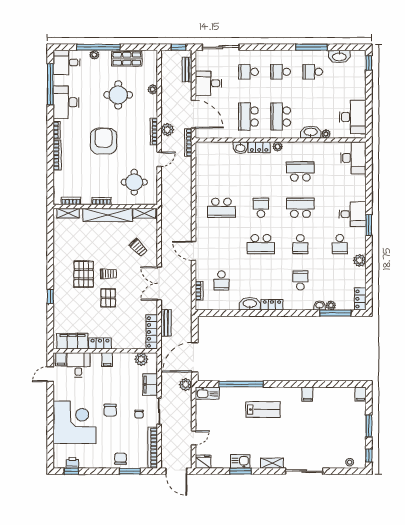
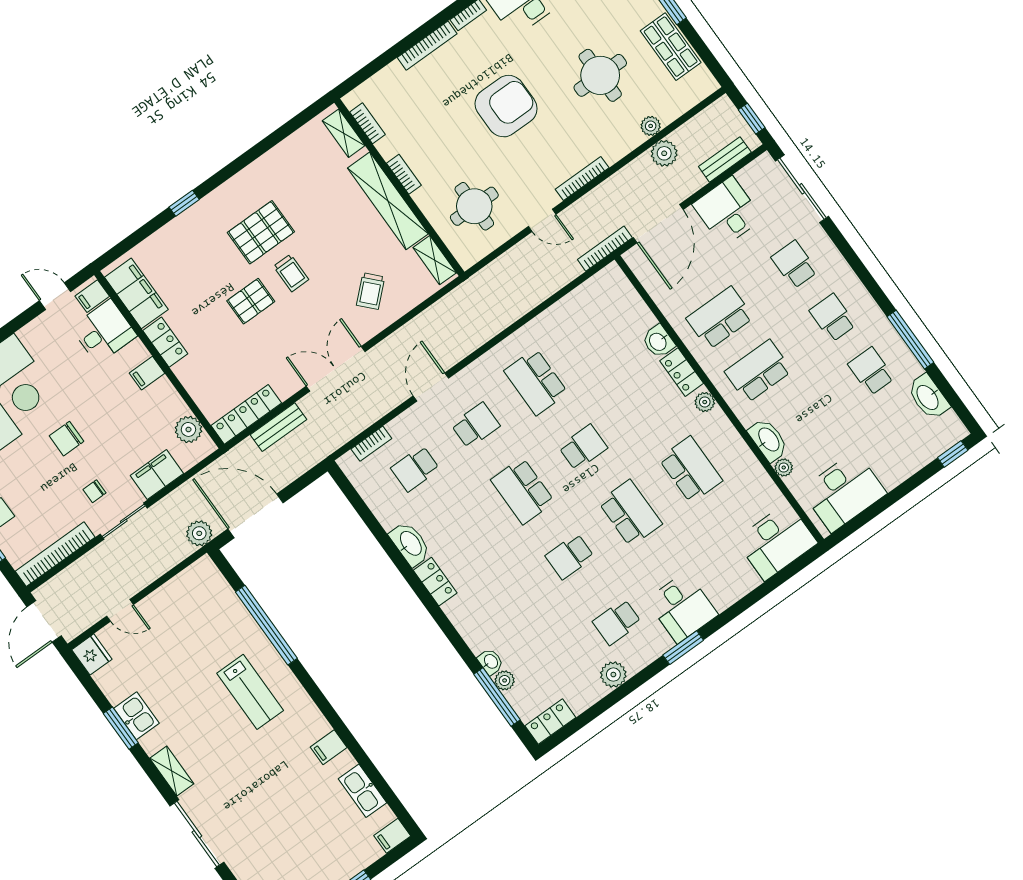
plant: (167, 130) -> (664, 153), moved
school desk: (300, 280) -> (476, 425), moved
kitchen sink: (207, 393) -> (362, 791), moved

